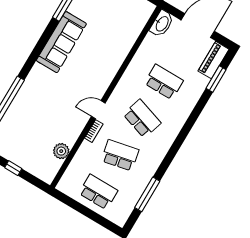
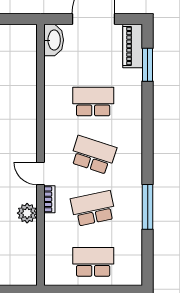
door: (98, 110) -> (41, 174), hinge flipped
plant: (61, 151) -> (27, 213), moved
window: (147, 194) -> (148, 207), moved

